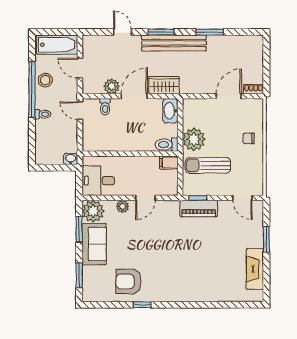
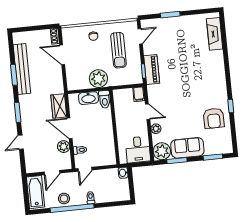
bench: (174, 43) -> (22, 69), moved
washbasin: (170, 111) -> (88, 98), moved
filing cabinet: (169, 163) -> (139, 94), moved
sun lounger: (208, 165) -> (119, 50), moved
fireplace: (255, 269) -> (215, 34), moved, turned 90

